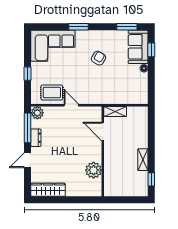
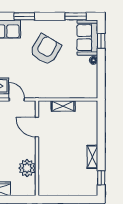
armchair: (98, 58) -> (45, 50), width x1.88, depth x1.88
door: (103, 132) -> (37, 127), moved
wall: (103, 151) -> (37, 148), moved
plant: (94, 170) -> (27, 168), moved

